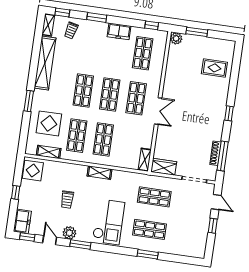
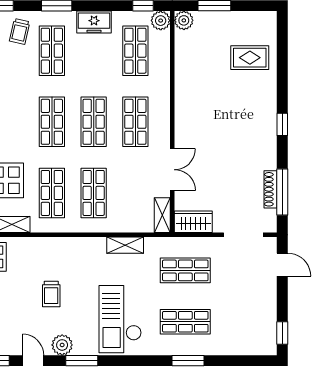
plant: (161, 36) -> (161, 21), added
shop shelf: (90, 46) -> (52, 51), added
double door: (158, 111) -> (172, 170), moved
shelving: (99, 173) -> (125, 245), moved
checkout: (108, 222) -> (120, 319), turned 180
window: (213, 226) -> (282, 333), moved

